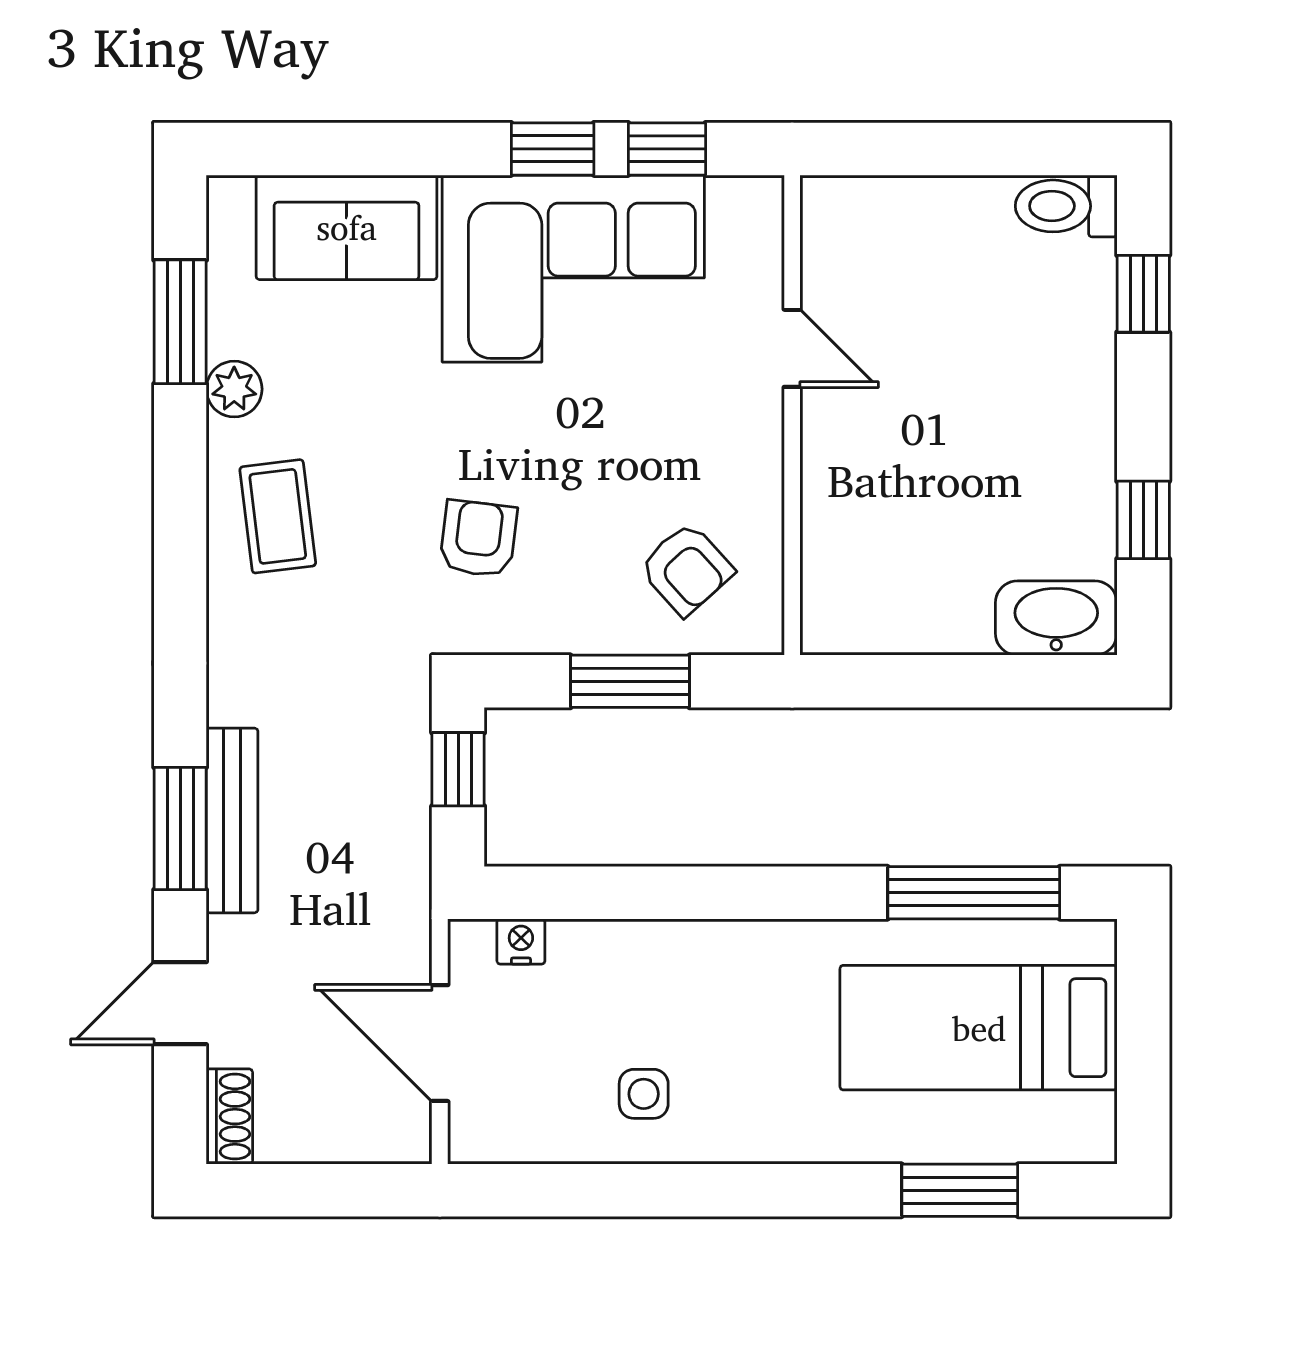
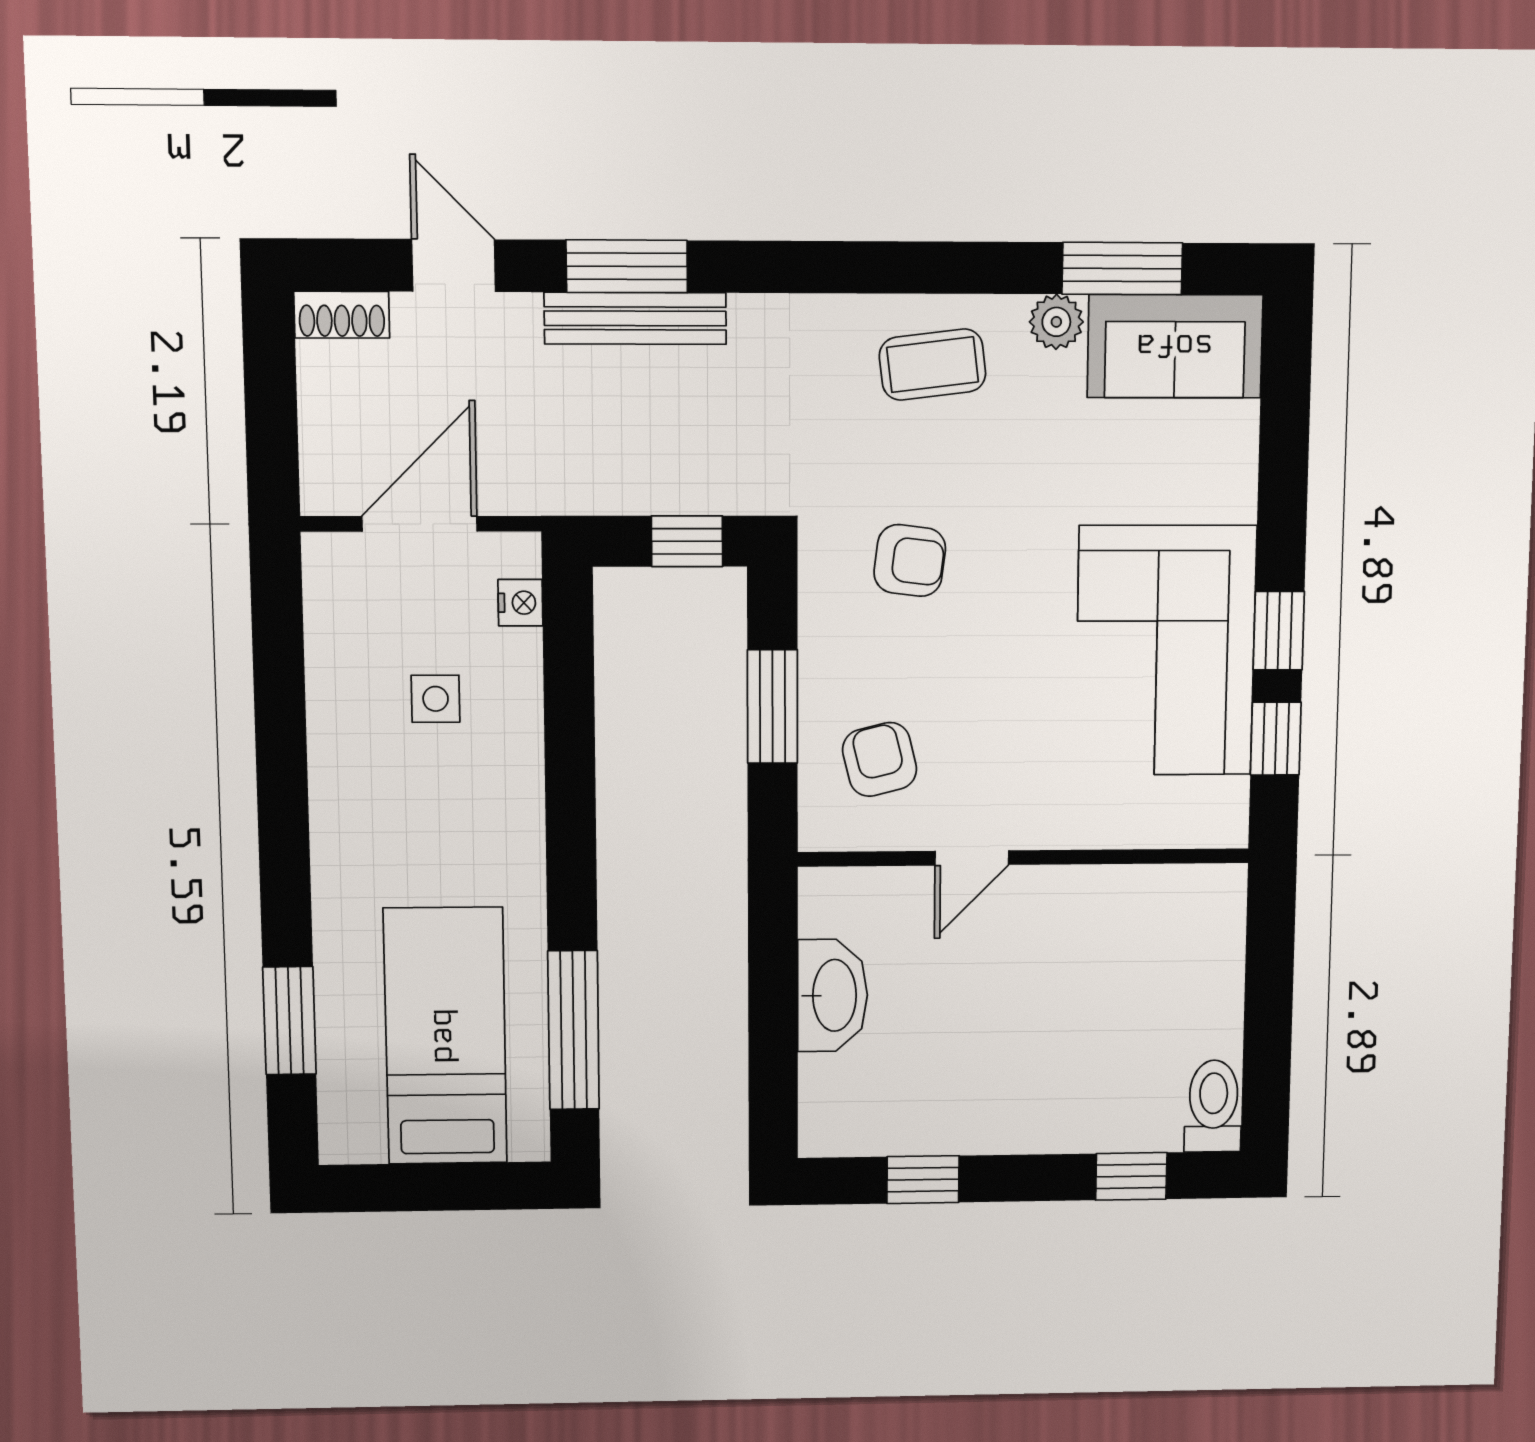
sofa: (347, 227) -> (1175, 346), moved, turned -90
door: (792, 348) -> (972, 858), moved
armchair: (686, 569) -> (880, 759), turned 118
washbasin: (1056, 618) -> (832, 995), moved
side table: (644, 1094) -> (436, 699), moved

